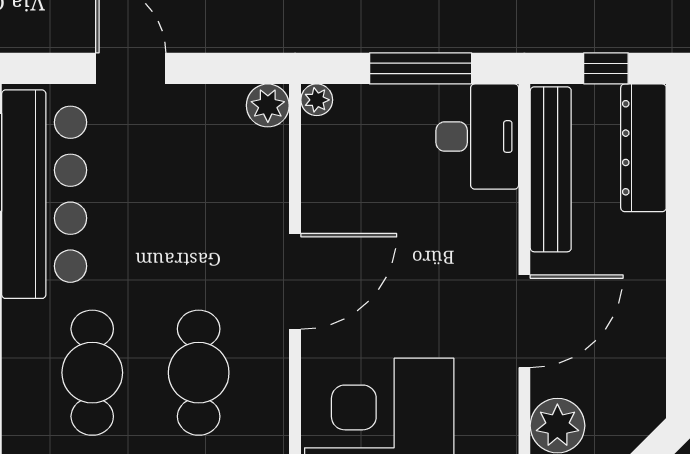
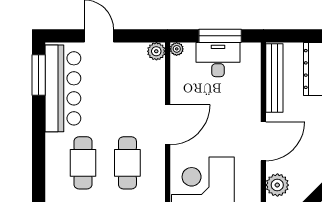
window: (606, 68) -> (297, 36), removed
desk: (477, 137) -> (218, 60), moved, turned -90

